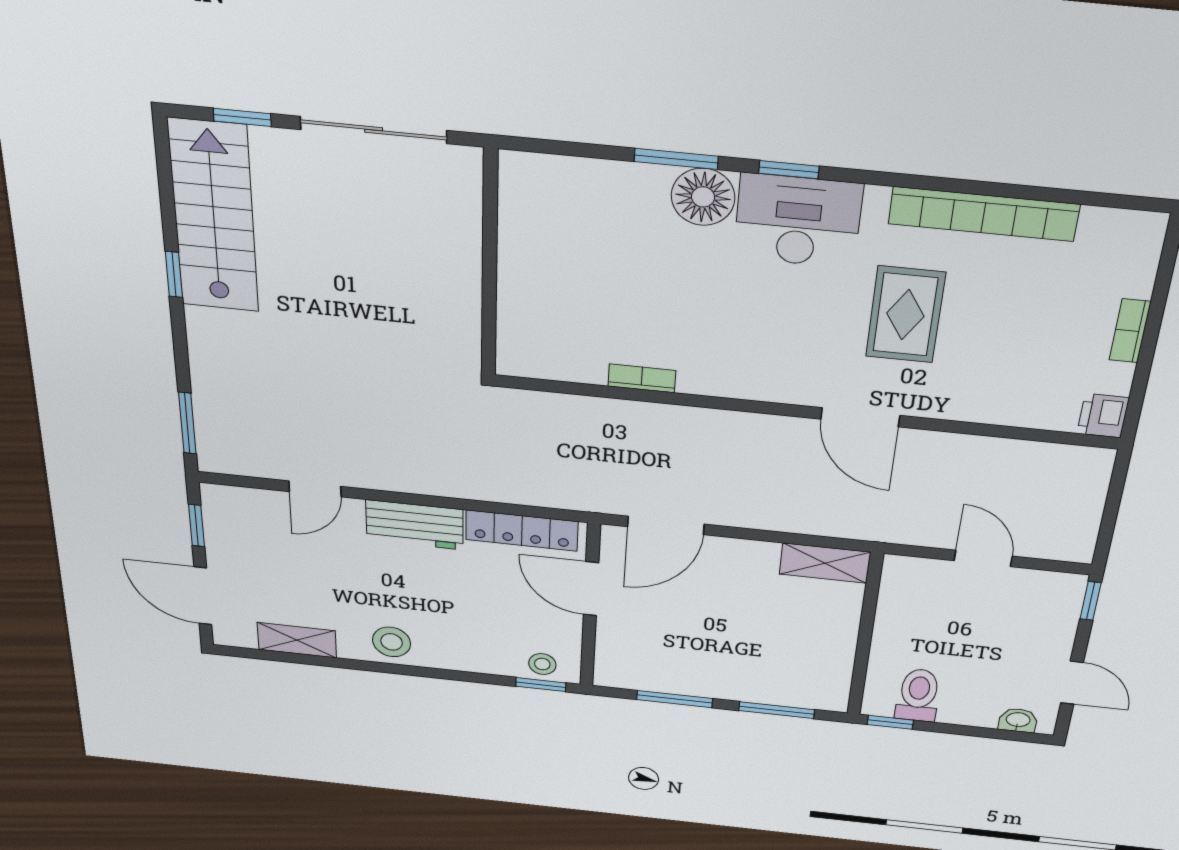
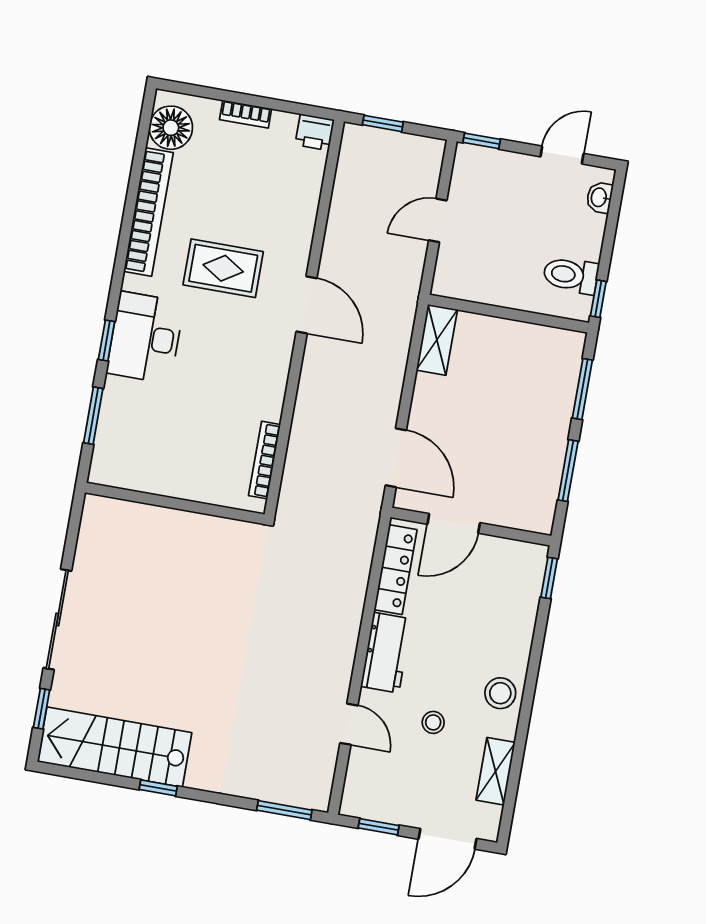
floor lamp: (703, 197) -> (171, 128), moved
wall: (490, 265) -> (175, 503), moved
bookcase: (642, 378) -> (265, 460), width x1.56
door: (860, 417) -> (307, 305), hinge flipped
window: (1115, 493) -> (383, 123), added
stool: (542, 664) -> (433, 722), moved

